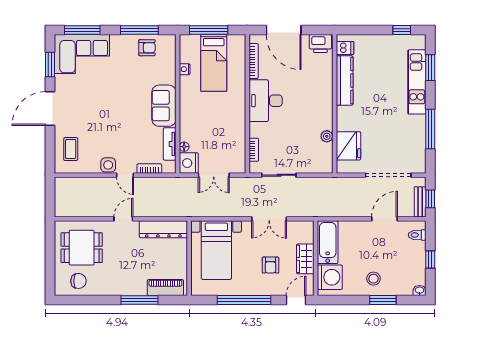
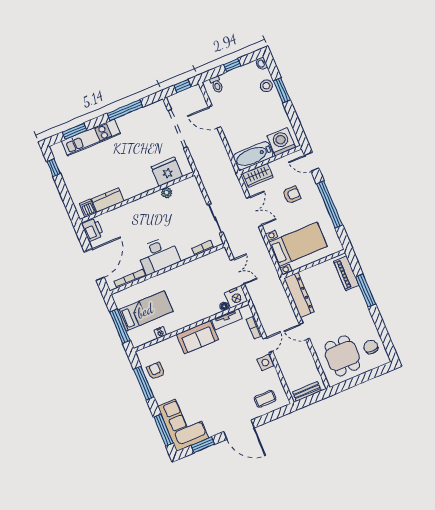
kitchen counter: (345, 80) -> (108, 200), width x0.67
bench: (420, 202) -> (307, 391), moved
wardrobe: (305, 259) -> (258, 175), moved
stool: (373, 279) -> (266, 86), moved

